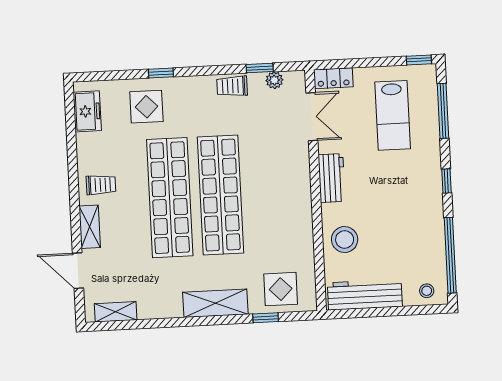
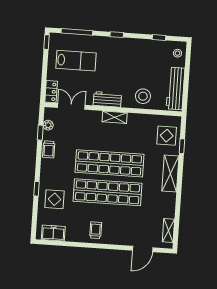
shelving: (90, 227) -> (115, 117), moved
window: (450, 255) -> (159, 37), width x0.32

